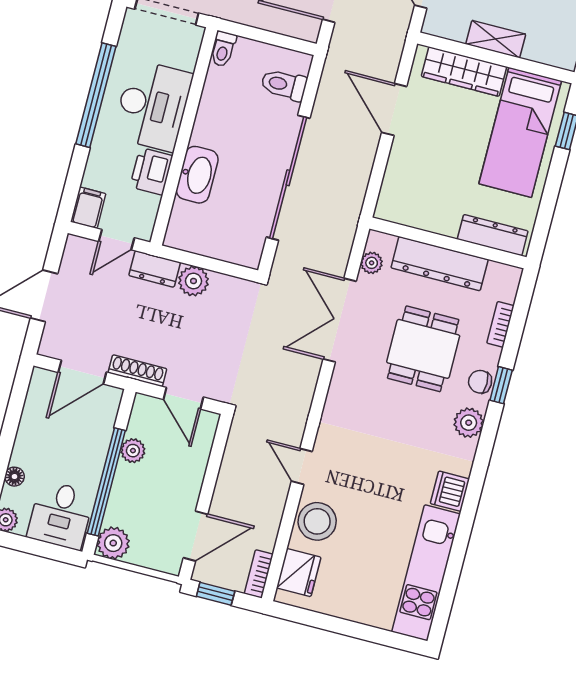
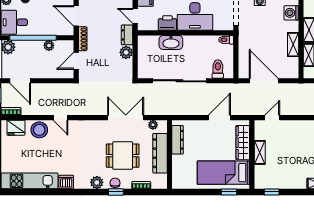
dresser: (493, 235) -> (178, 140), moved
door: (302, 466) -> (61, 118), swing flipped

